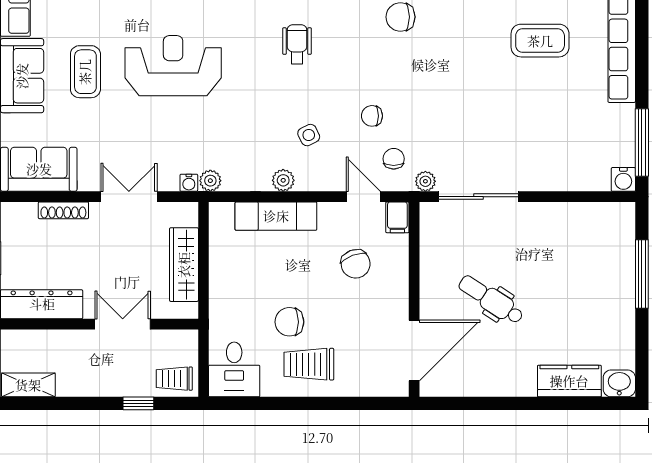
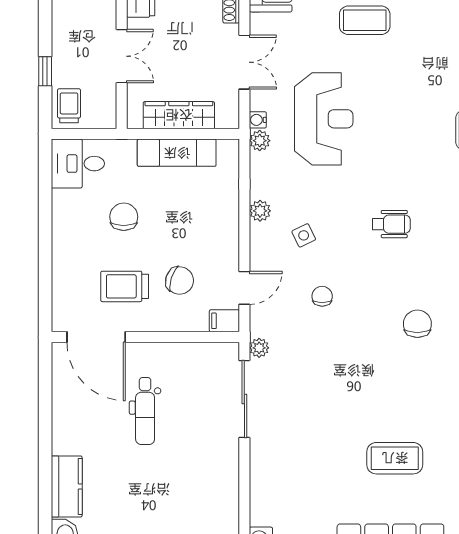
coffee table: (540, 41) -> (395, 458), turned 90
reception desk: (173, 66) -> (324, 119), moved
chair: (394, 159) -> (281, 317), removed
exam couch: (276, 216) -> (177, 153), moved, turned -90
chair: (356, 264) -> (180, 281), turned -141
dental chair: (491, 300) -> (145, 411), turned 147
trolley: (309, 364) -> (125, 286), moved, turned -90

